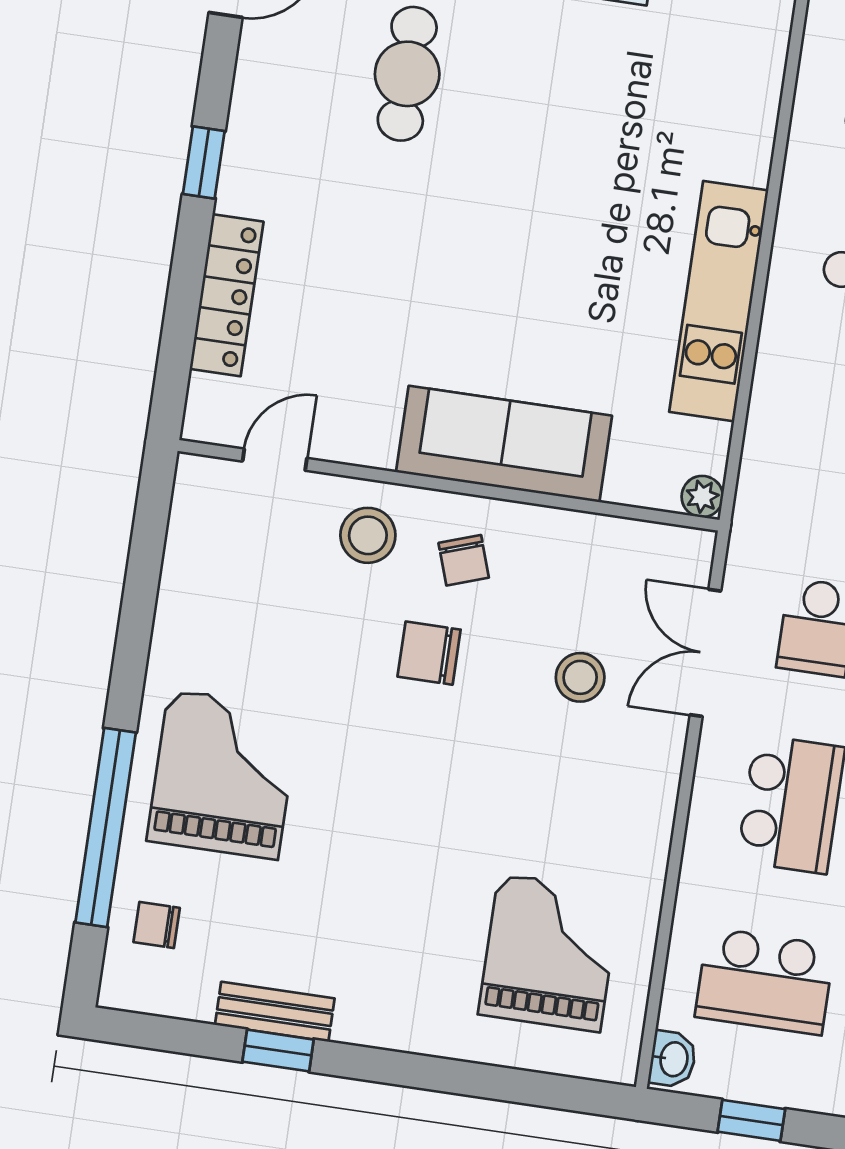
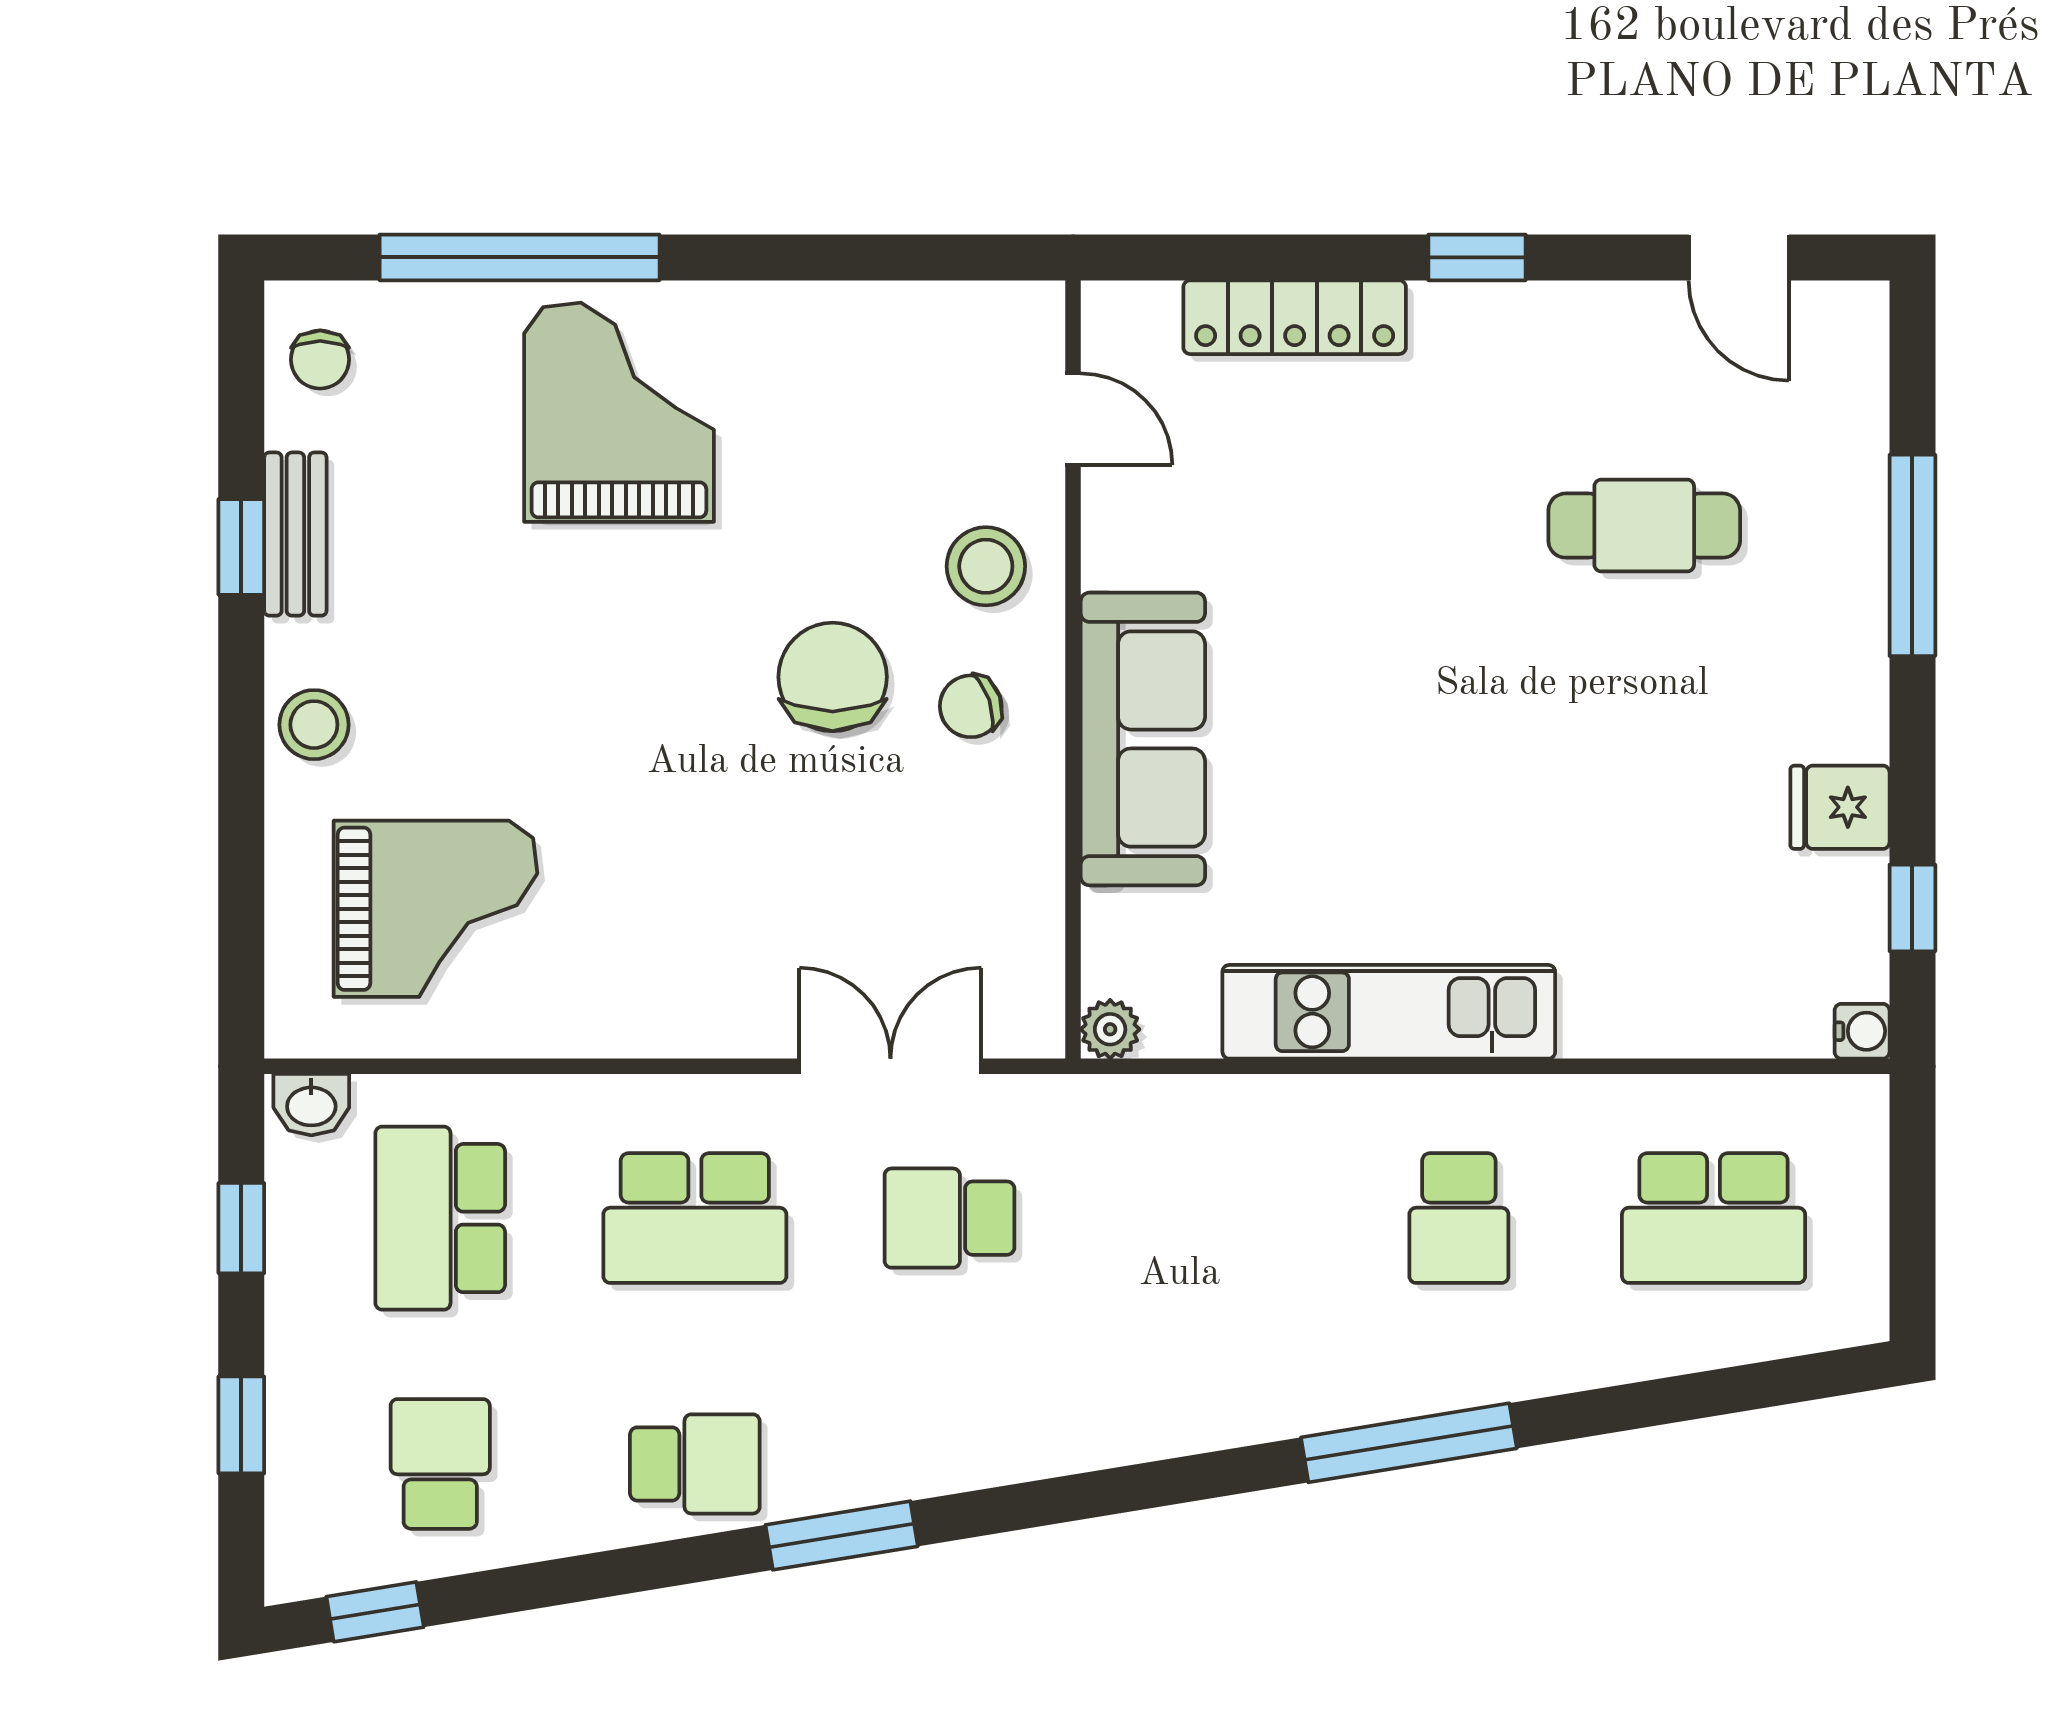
chair: (429, 653) -> (833, 677), width x1.37, depth x1.37
stool: (580, 677) -> (314, 725), moved
grand piano: (223, 774) -> (619, 412), turned -90
chair: (157, 925) -> (320, 360), moved, turned 180

